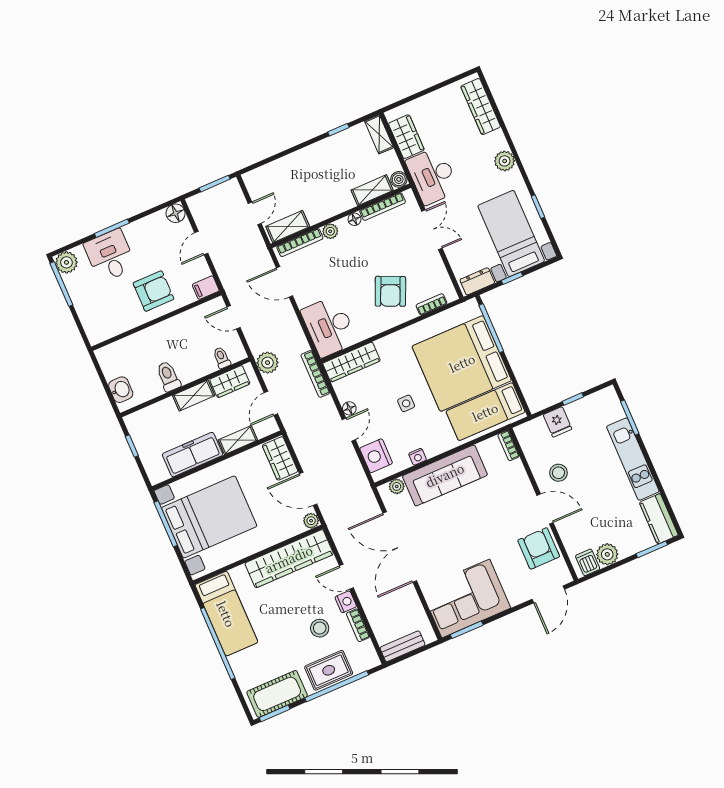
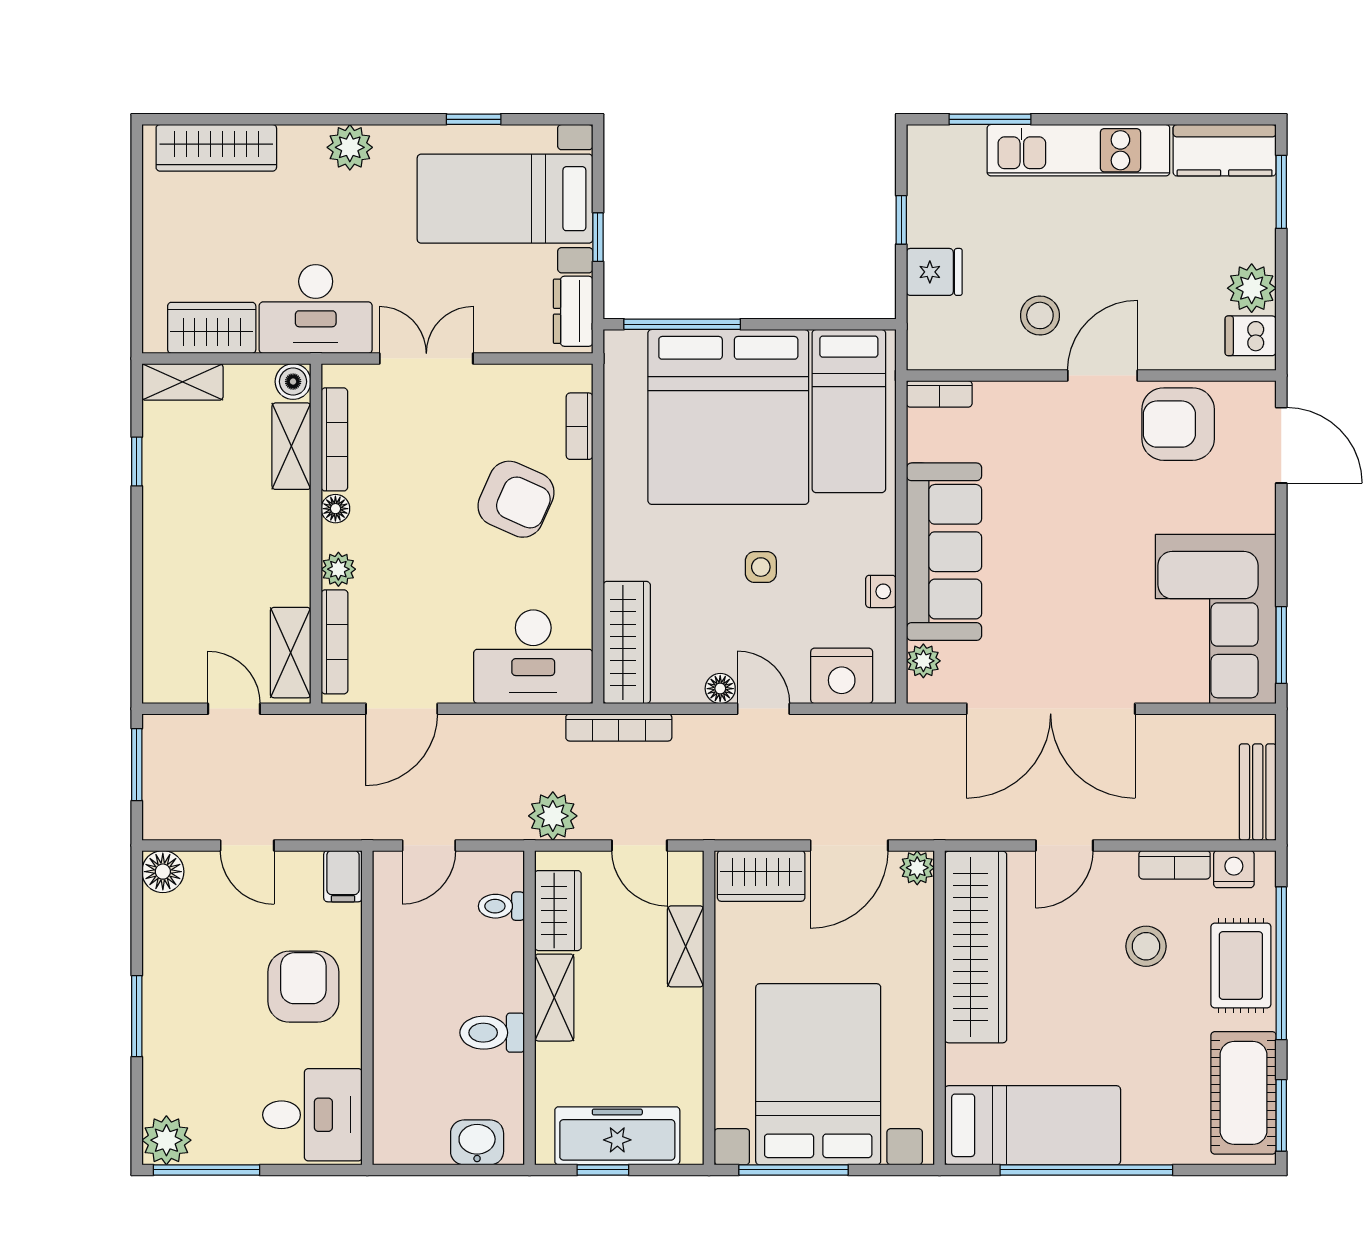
desk: (110, 256) -> (312, 1115), moved, turned 180
freezer: (192, 455) -> (617, 1136), moved, turned 90
nightstand: (346, 602) -> (1234, 869), moved

